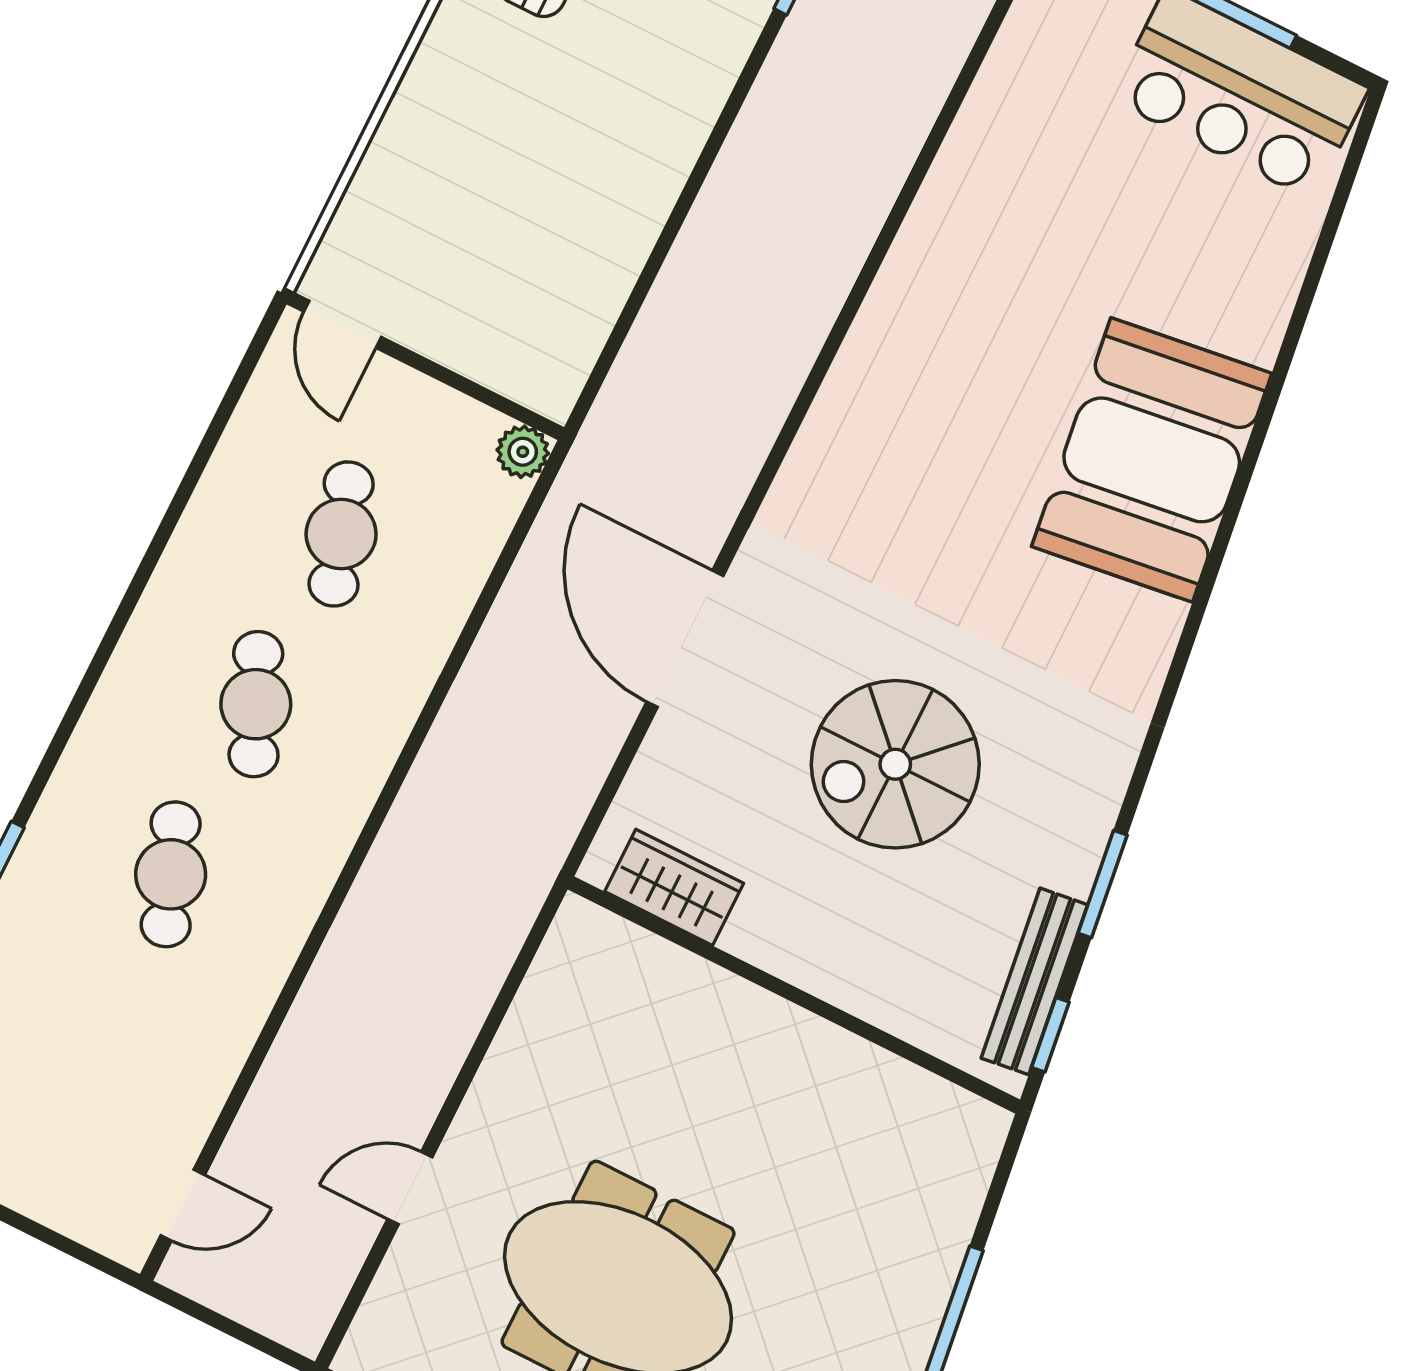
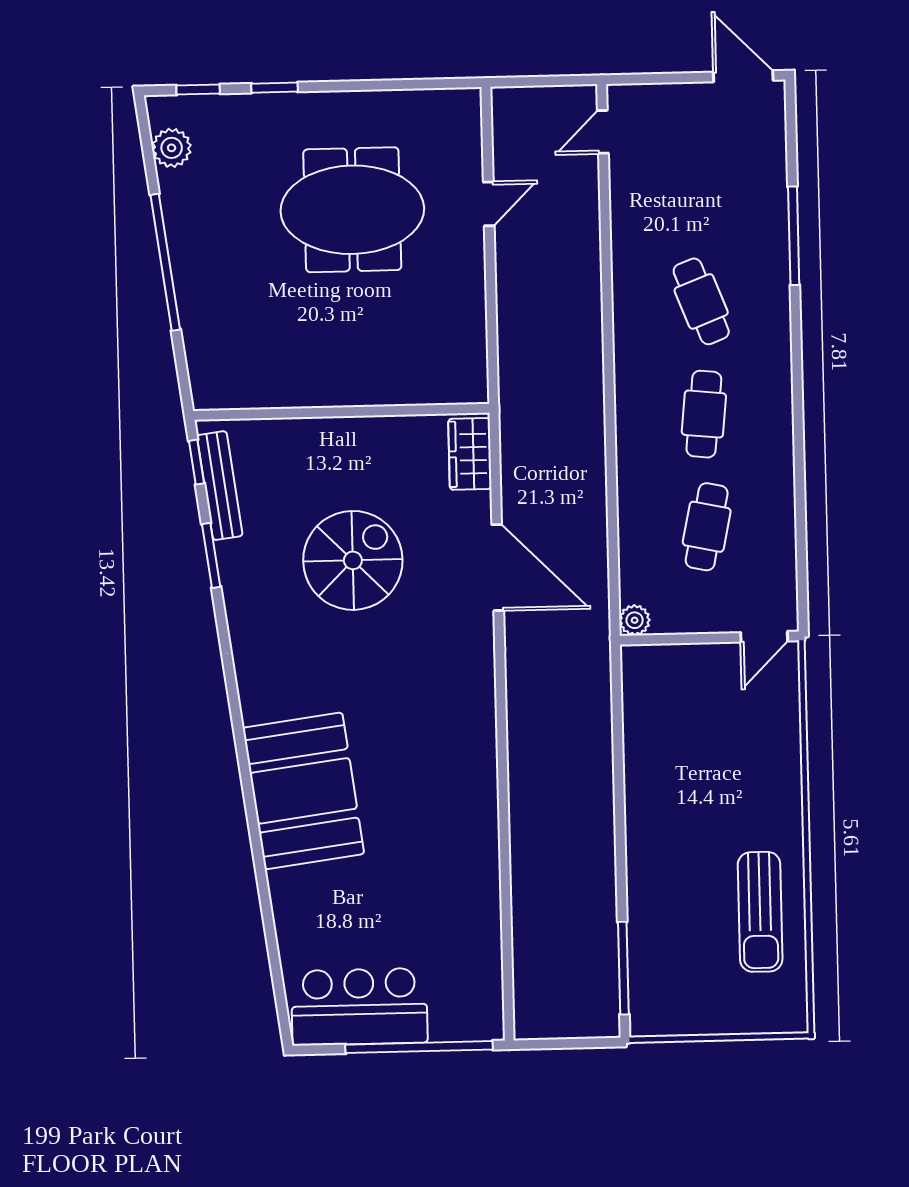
door: (343, 324) -> (764, 637), swing flipped
cafe table: (341, 534) -> (707, 527), turned 30
cafe table: (256, 704) -> (704, 414), turned 30
wardrobe: (674, 887) -> (470, 454), moved, turned 90

